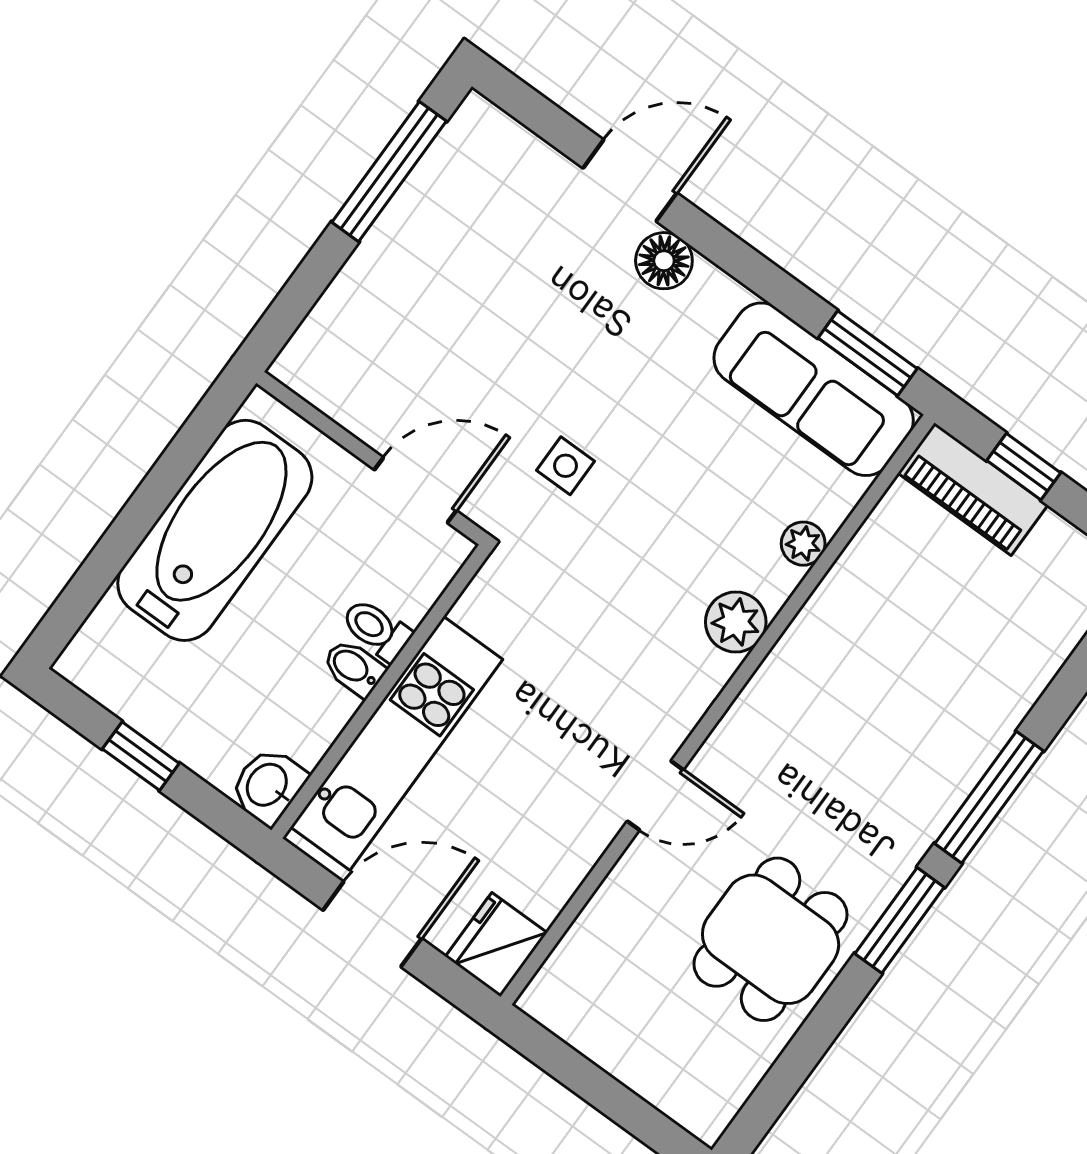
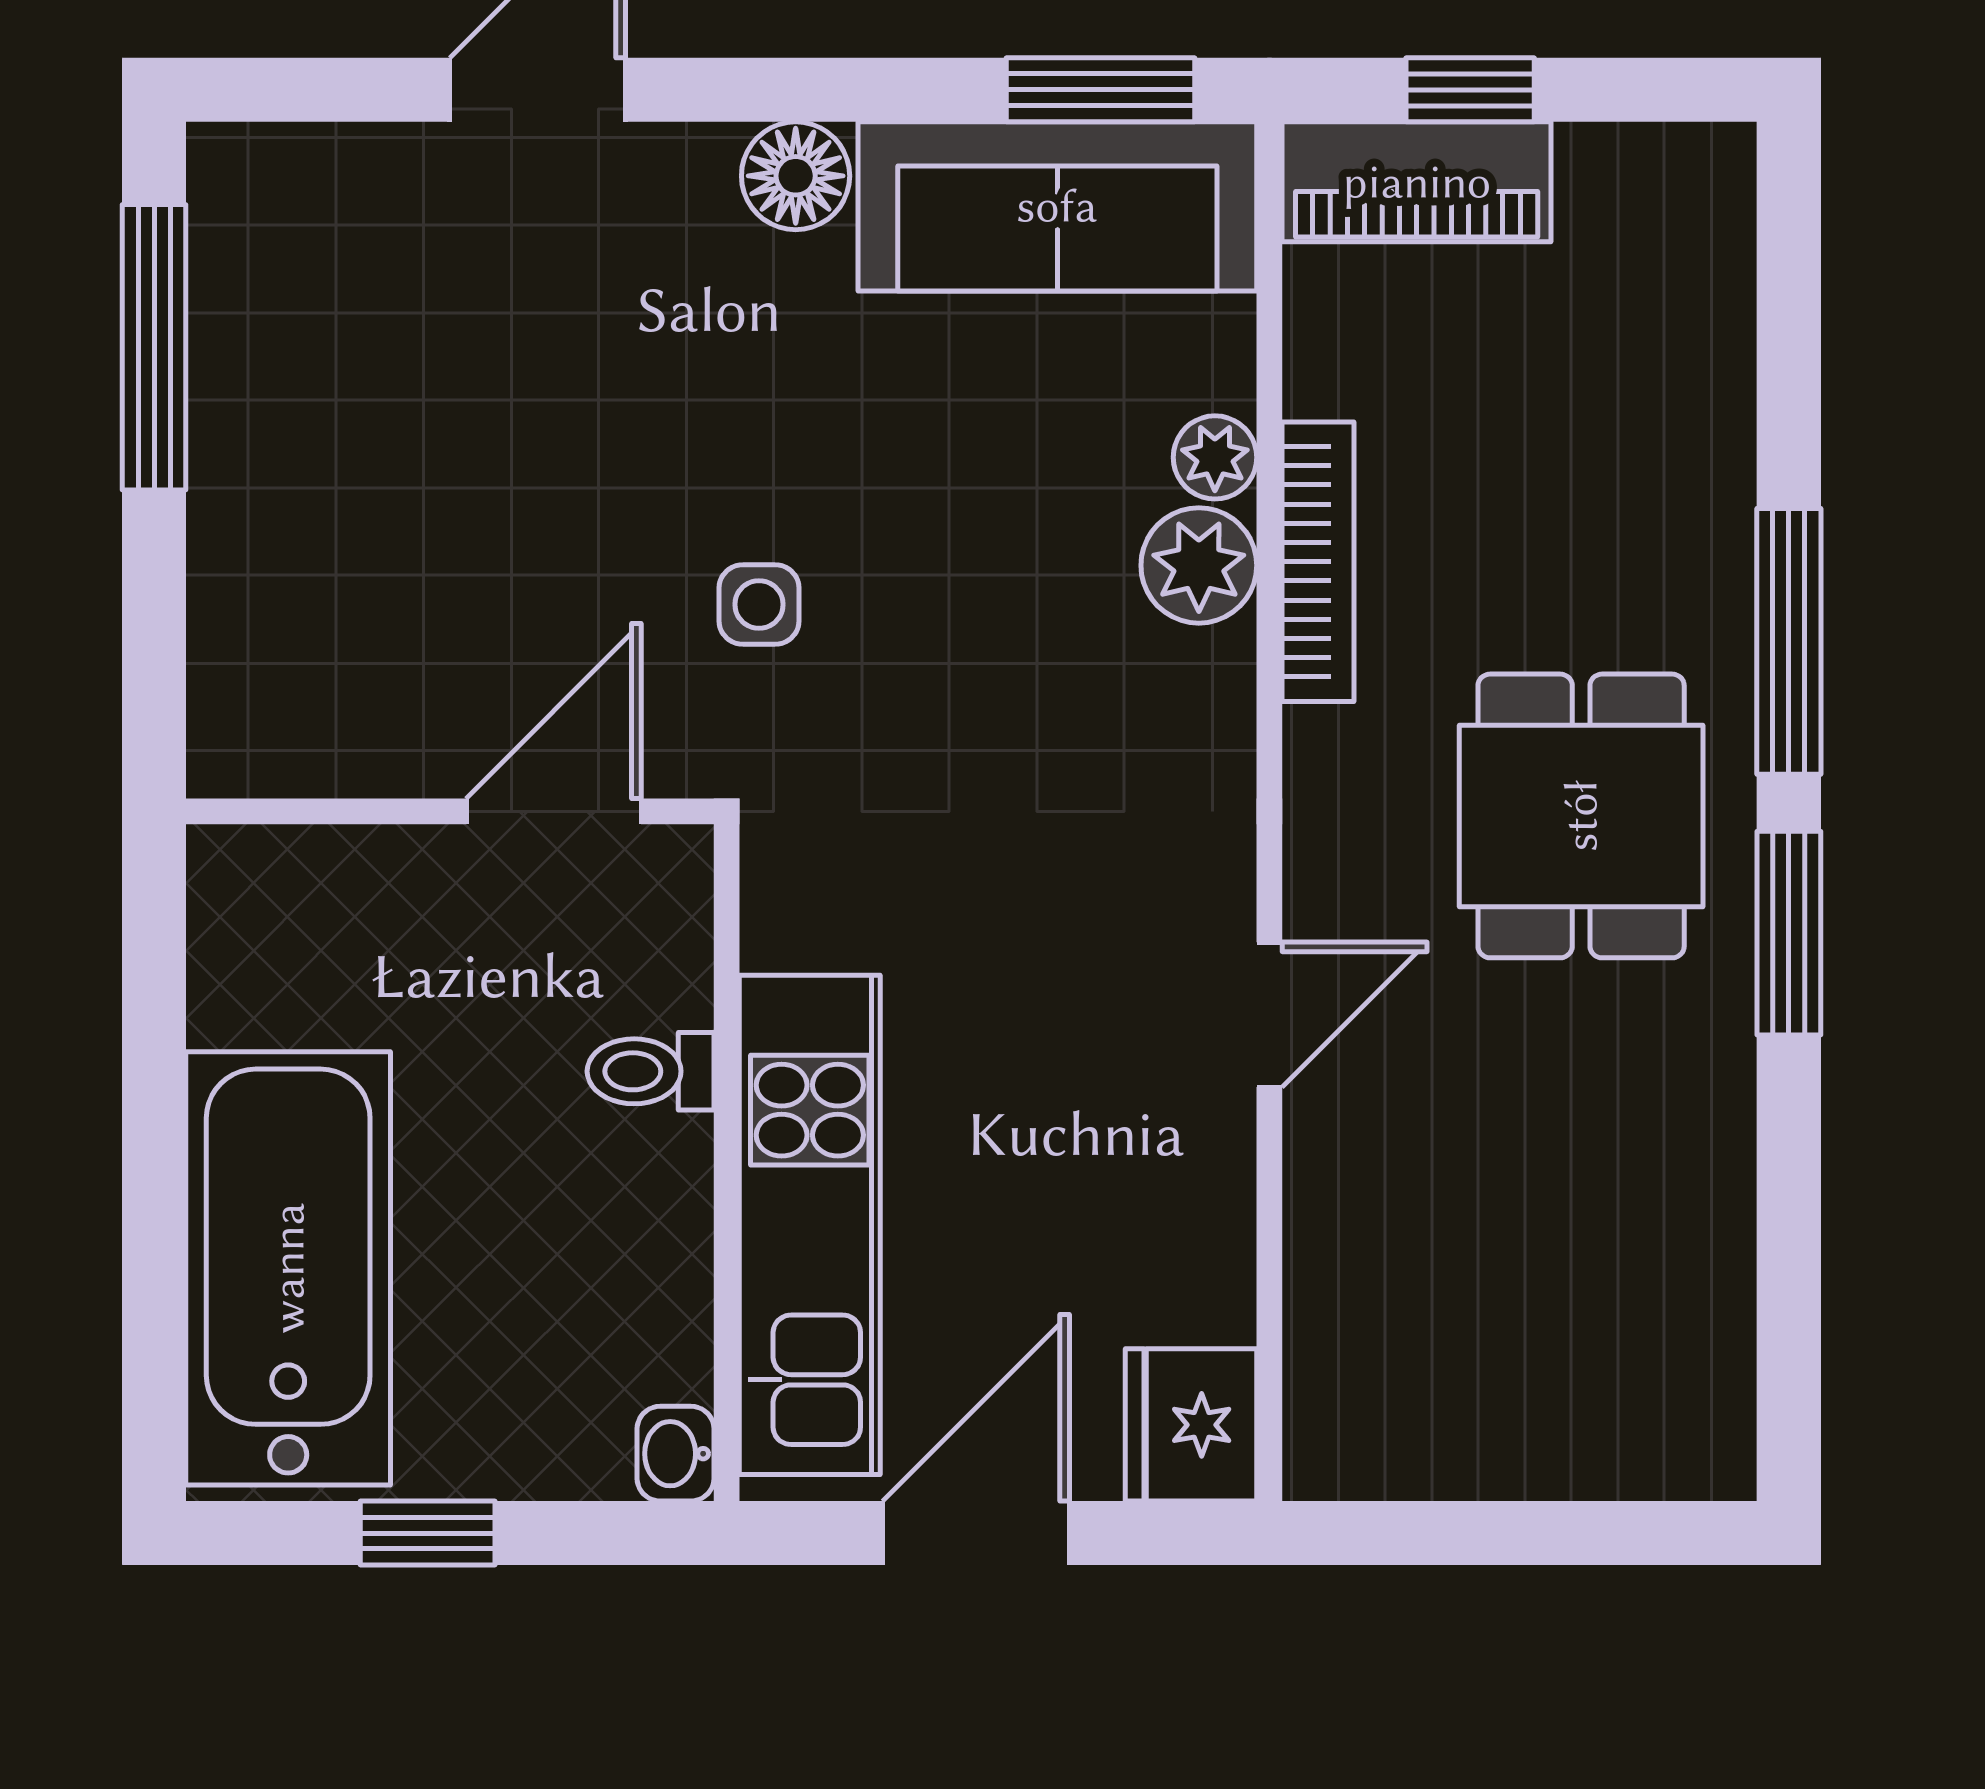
floor lamp: (664, 261) -> (796, 176), moved
bathtub: (215, 530) -> (288, 1268), moved
bookcase: (815, 619) -> (1318, 562), added
plant: (736, 622) -> (1199, 565), moved
bidet: (354, 668) -> (659, 1156), removed
washbasin: (268, 786) -> (676, 1454), width x0.72, depth x0.69
dining table: (771, 939) -> (1581, 816), moved

